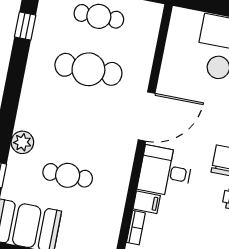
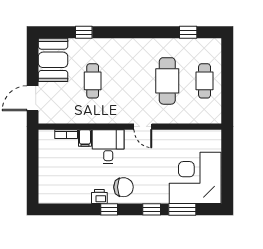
door: (147, 117) -> (143, 127), width x0.53
plant: (22, 142) -> (109, 46), removed

